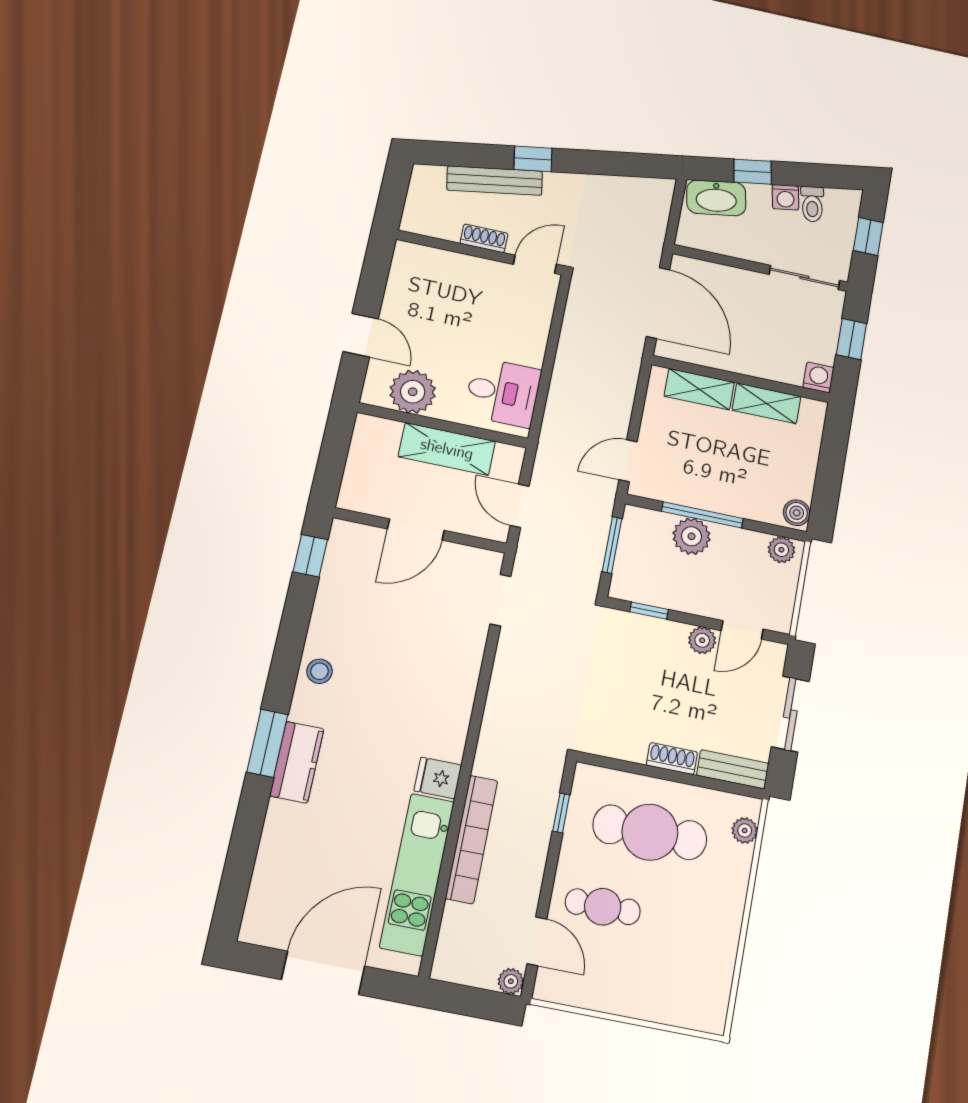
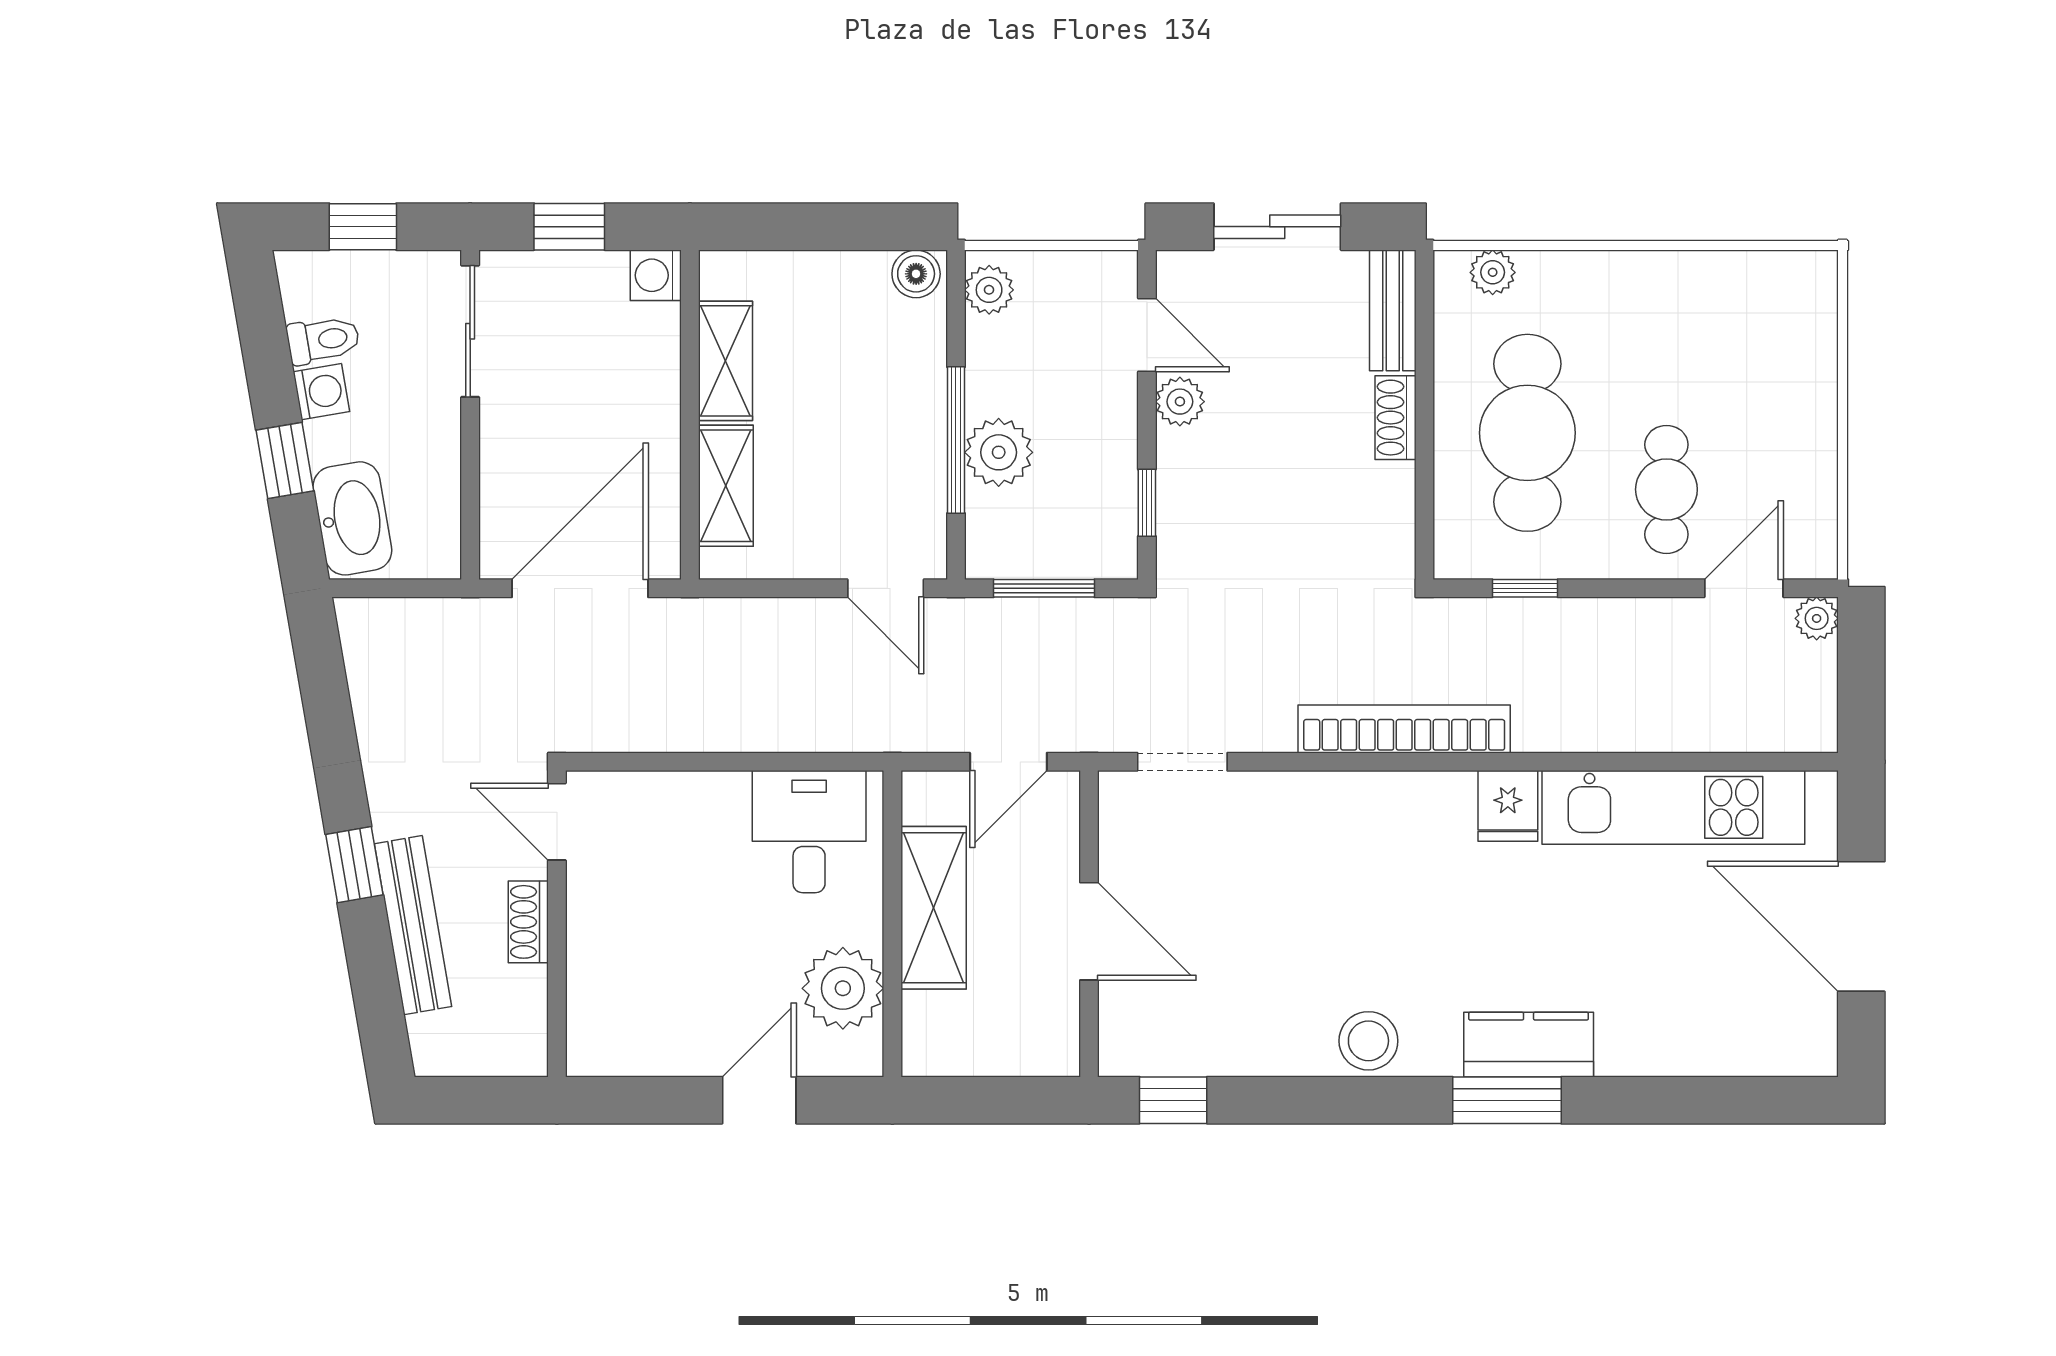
stool: (320, 671) -> (1368, 1041), width x1.37, depth x1.37
bookcase: (472, 839) -> (1404, 729), moved

